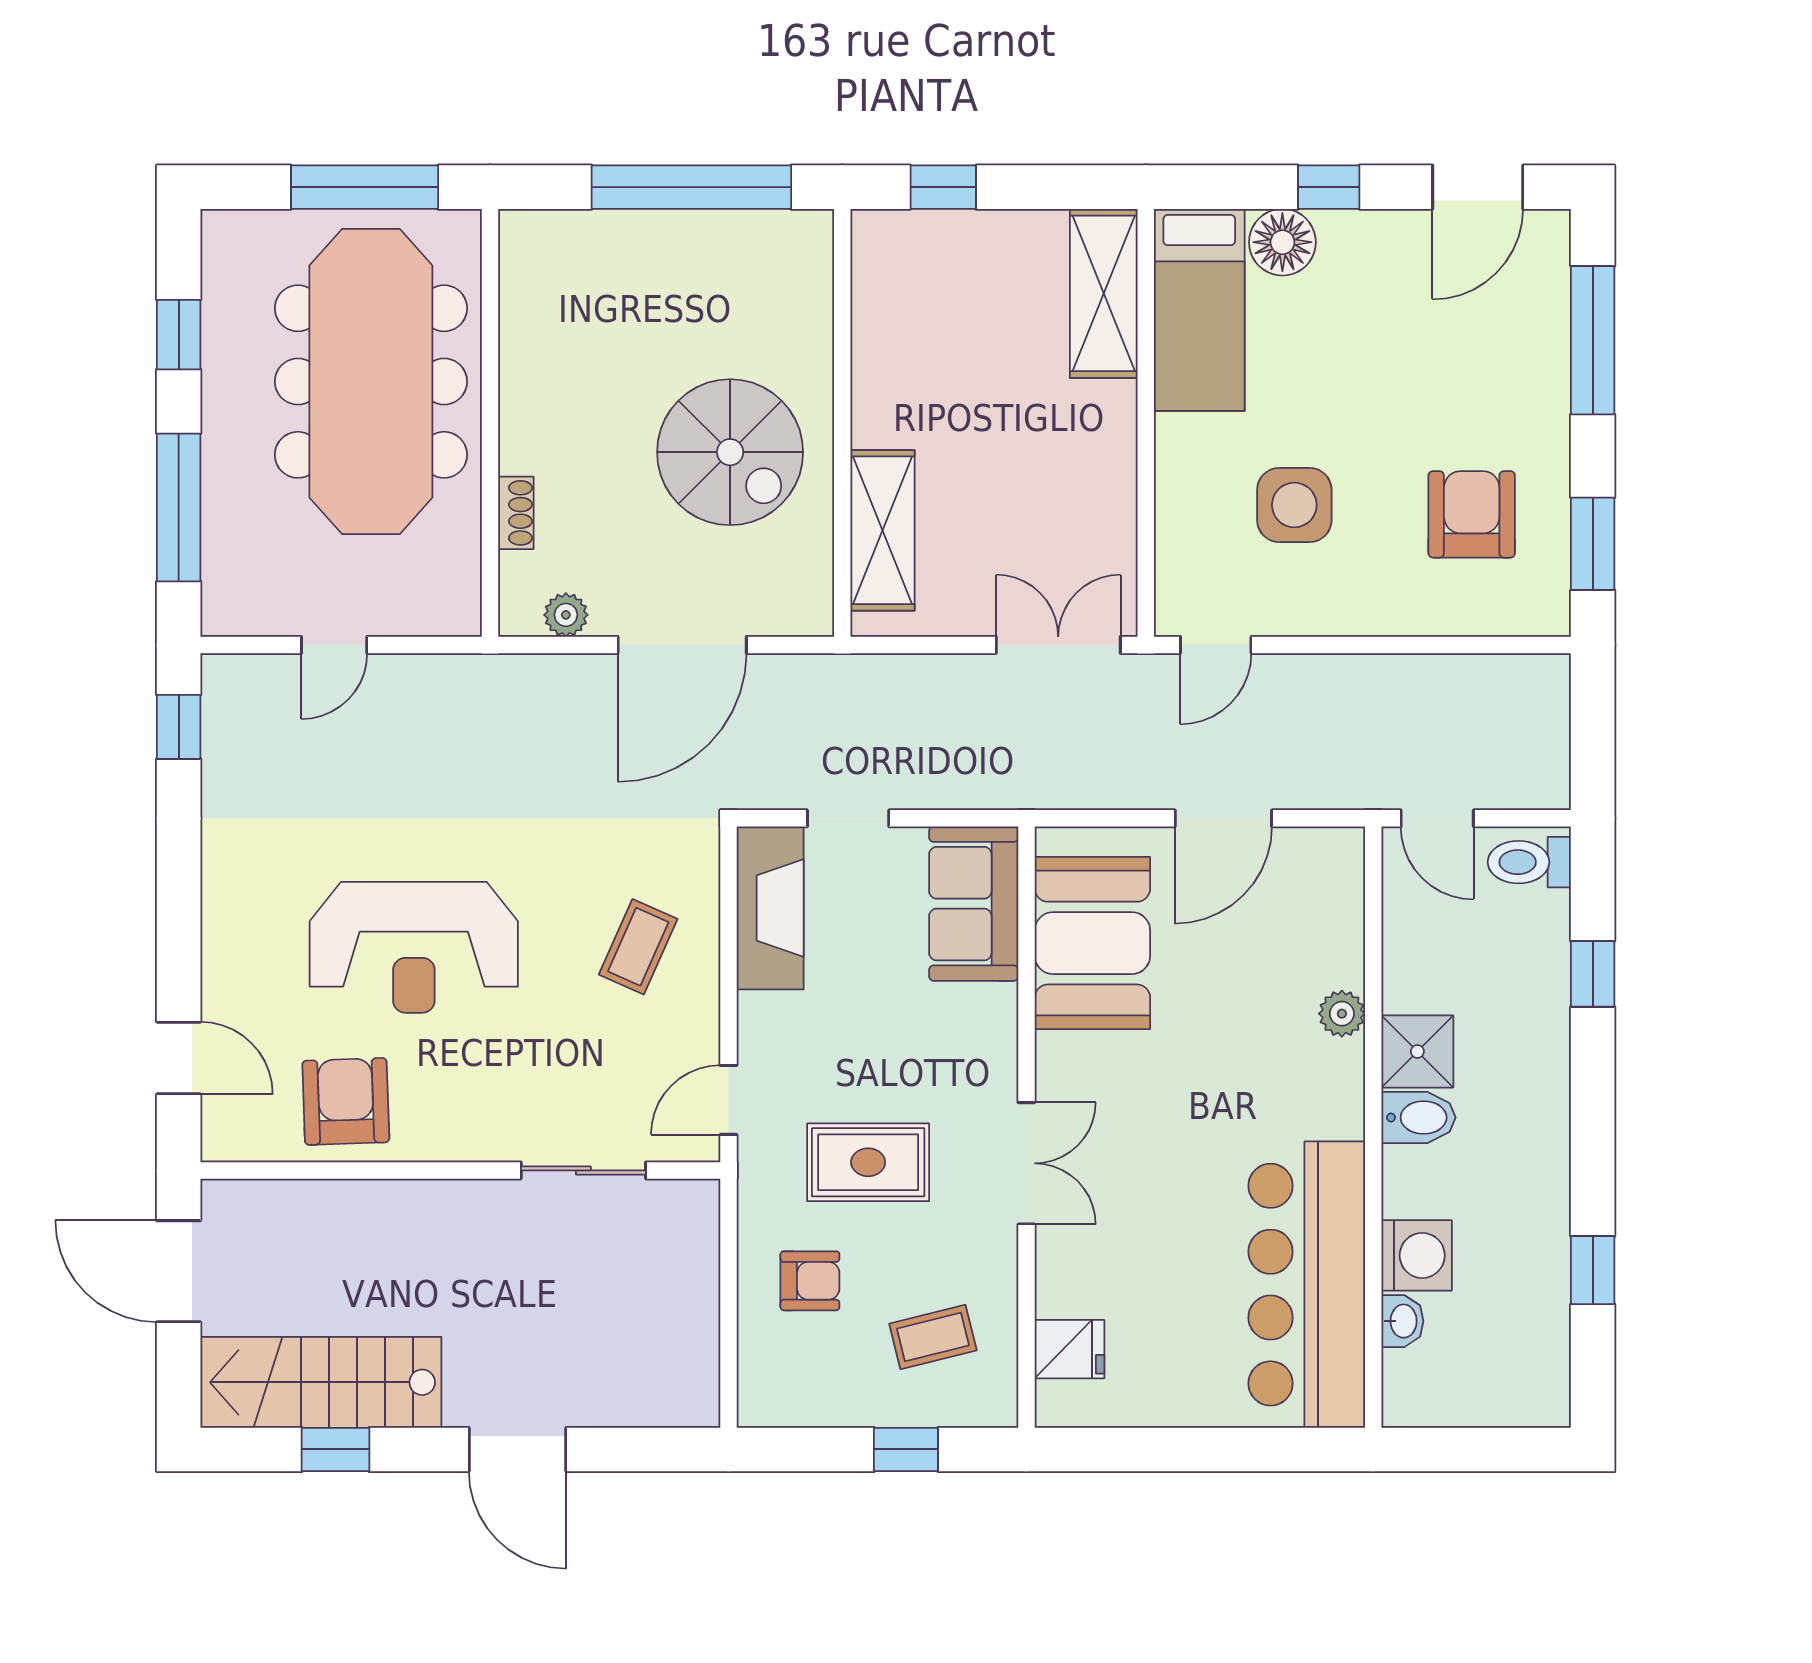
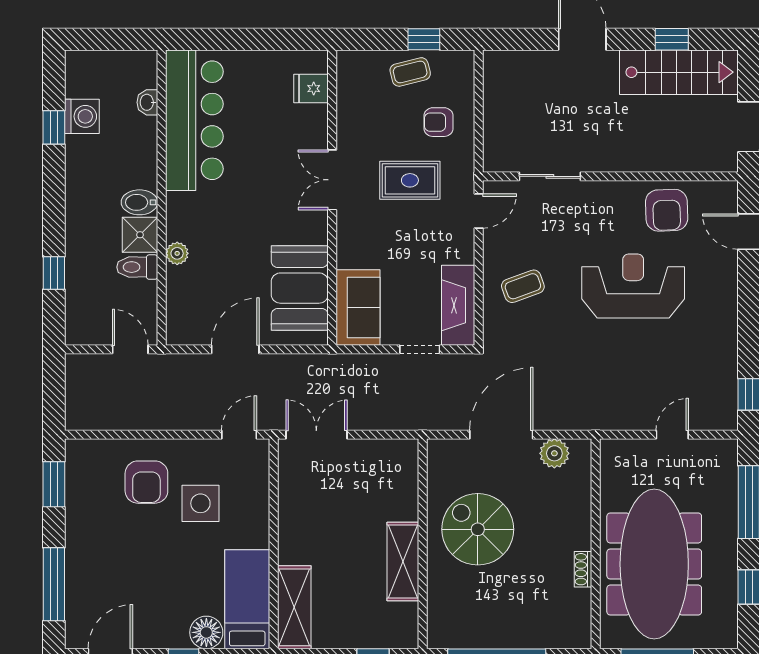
shoe rack: (516, 513) -> (583, 569), moved
armchair: (1472, 514) -> (146, 482), moved
shelving: (883, 530) -> (403, 561), moved
plant: (566, 615) -> (554, 453), width x1.38, depth x1.38
double door: (1058, 645) -> (316, 435), swing flipped
toilet: (1529, 862) -> (137, 267), moved, turned 180
coffee table: (638, 947) -> (523, 286), turned 46
washing machine: (1417, 1255) -> (82, 116), moved, turned 180
coffee table: (933, 1337) -> (410, 72), moved
window: (906, 1449) -> (424, 39), moved

